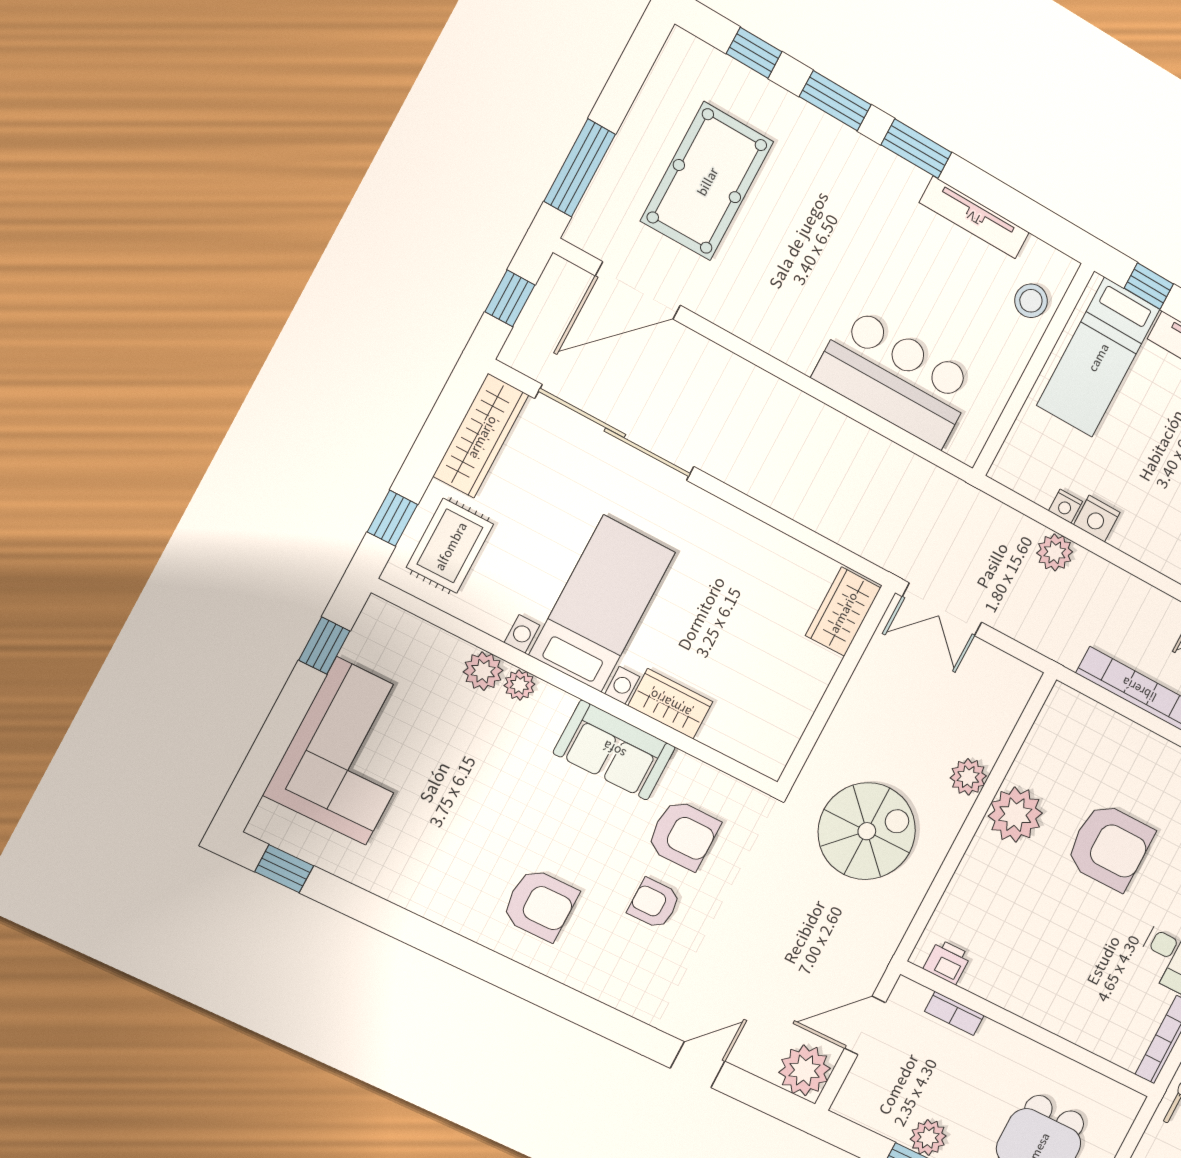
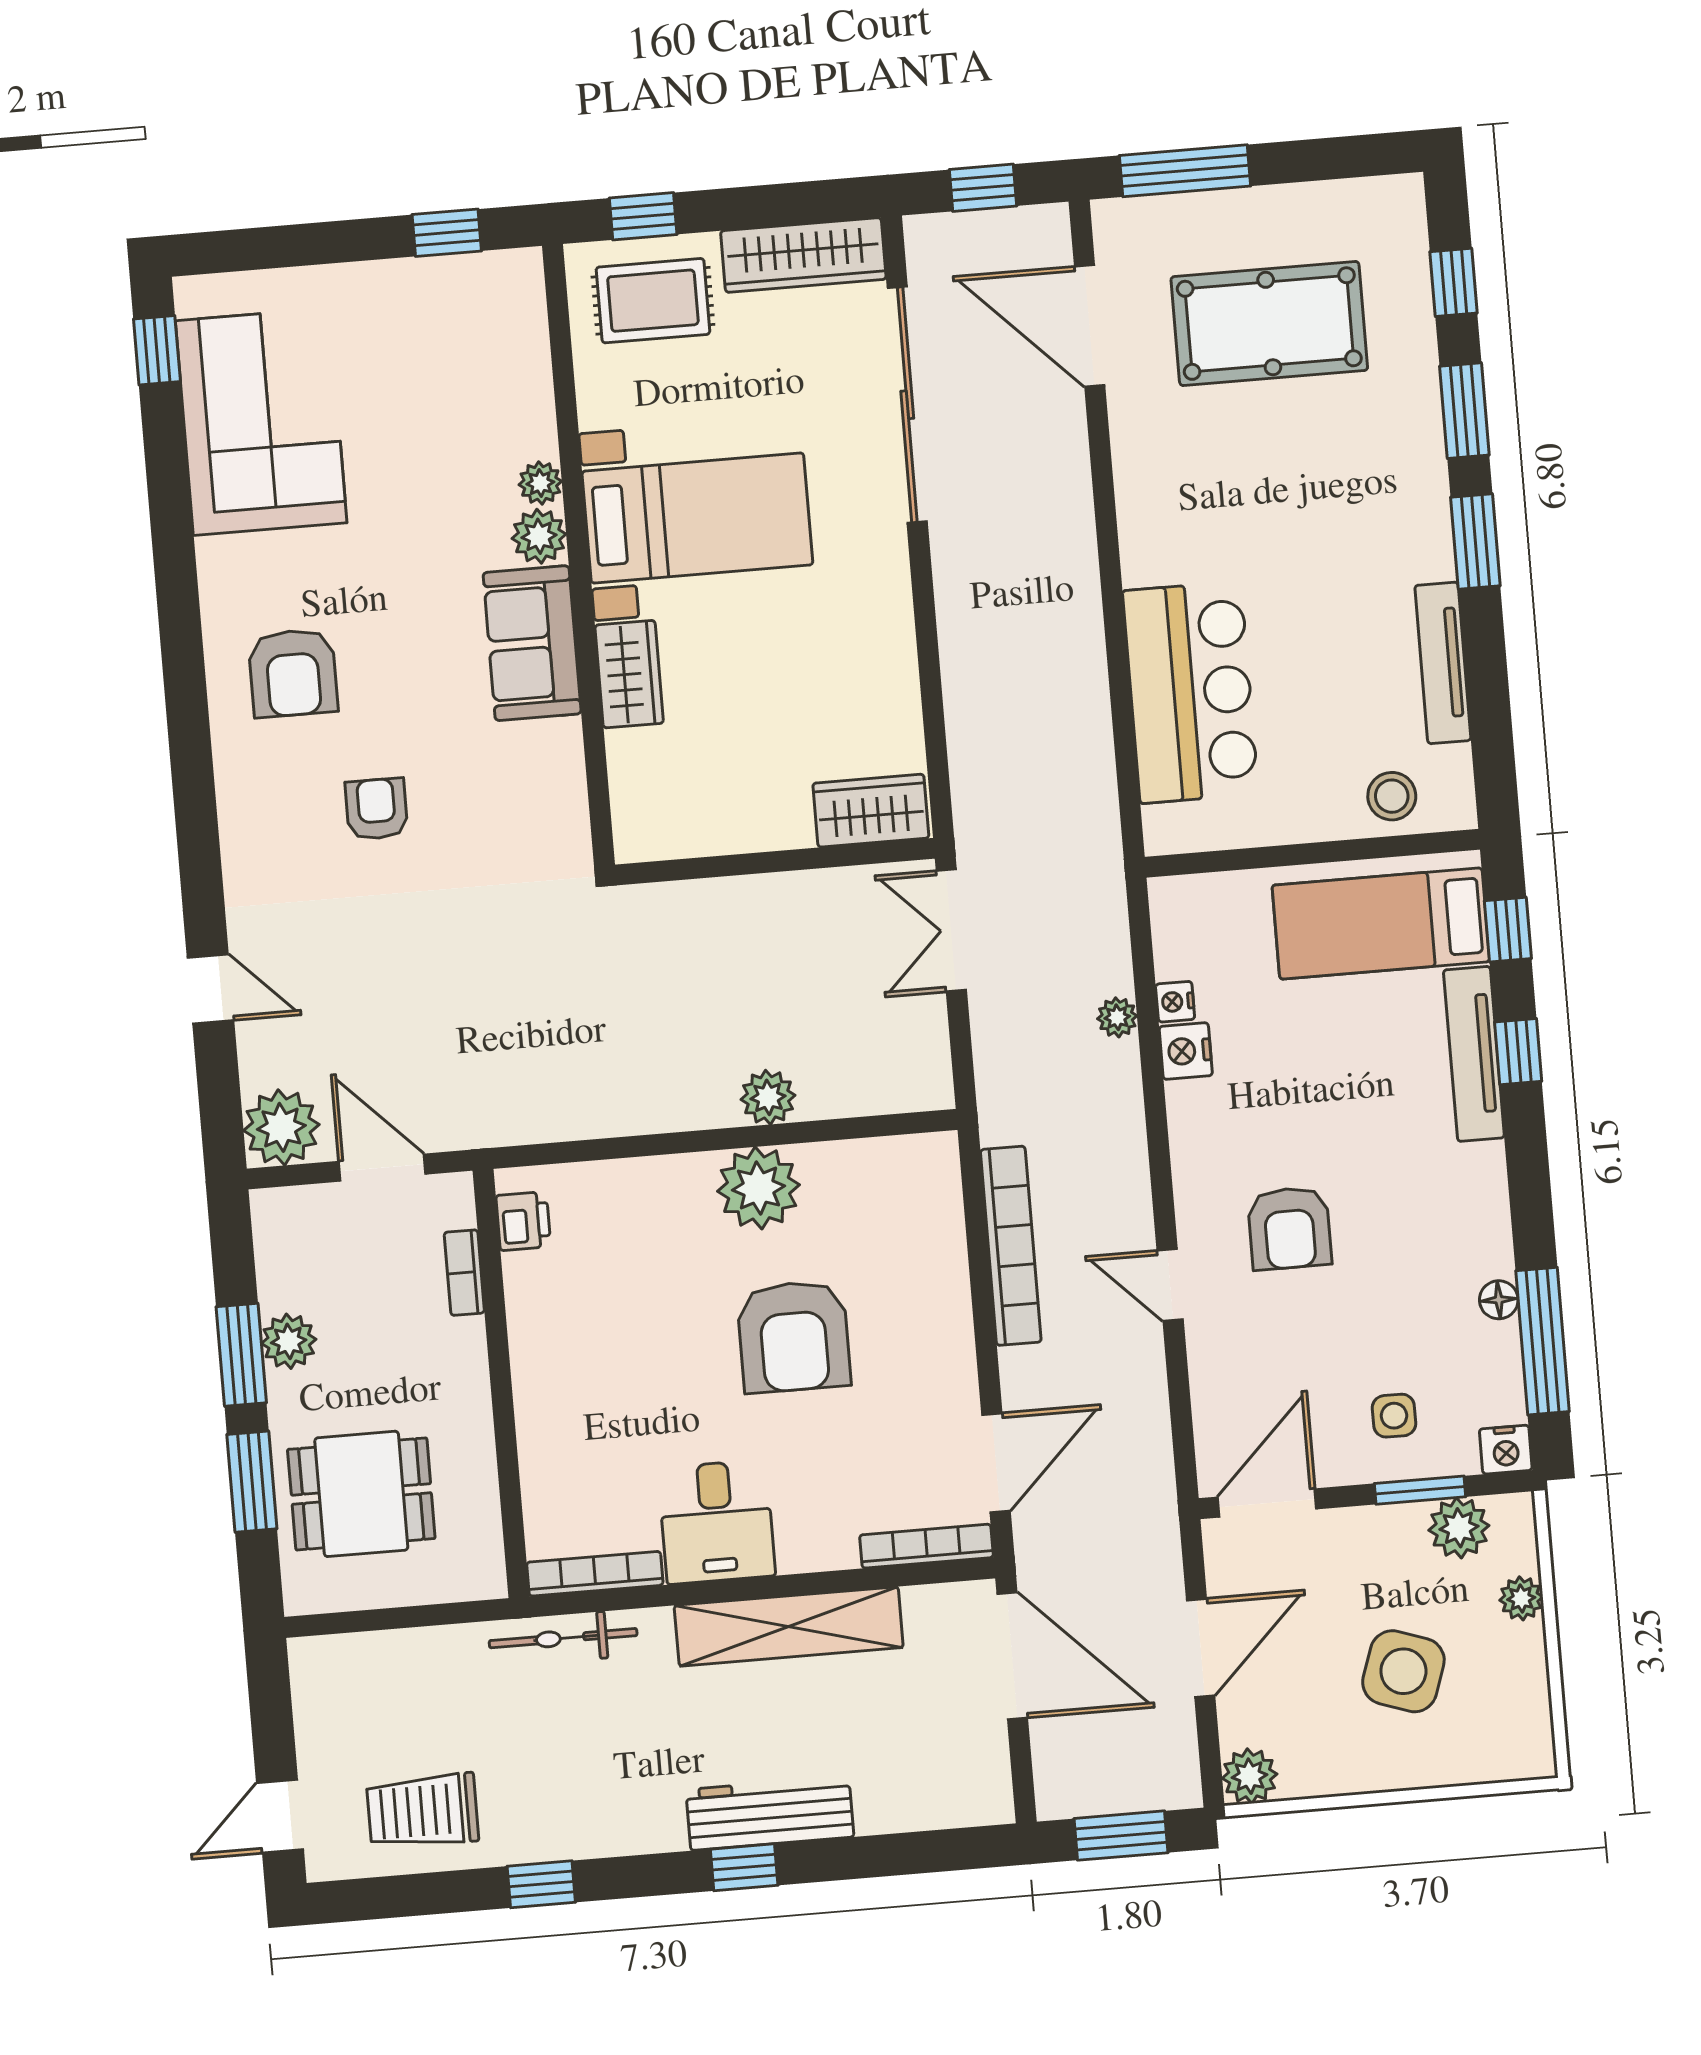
plant: (1055, 552) -> (1117, 1017), width x0.73, depth x0.73
plant: (483, 671) -> (539, 536), moved
corner sofa: (351, 751) -> (261, 422), moved, turned -90
spiral stairs: (867, 831) -> (623, 1013), removed
armchair: (683, 835) -> (481, 791), removed

